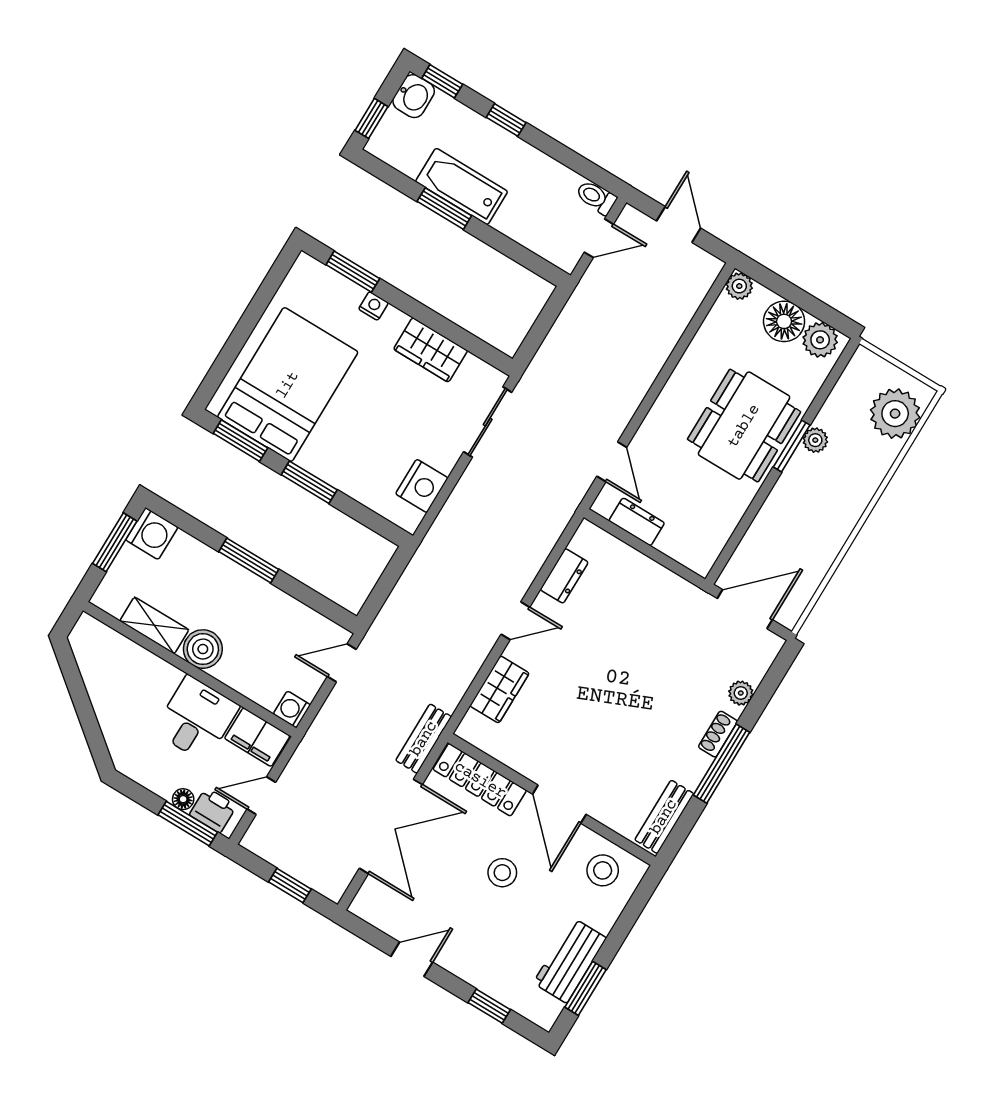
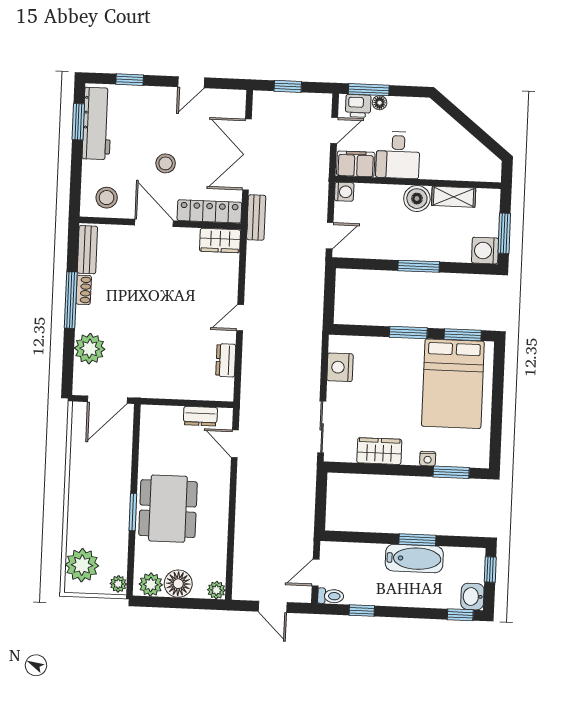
window: (506, 120) -> (362, 611), moved
plant: (815, 440) -> (118, 584), moved
wardrobe: (499, 689) -> (220, 240), moved, turned -90
plant: (741, 693) -> (90, 349), width x1.88, depth x1.88
shoe rack: (718, 734) -> (84, 290), moved
workbench: (570, 960) -> (97, 123), width x1.37

